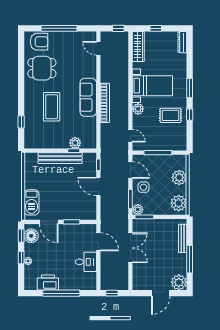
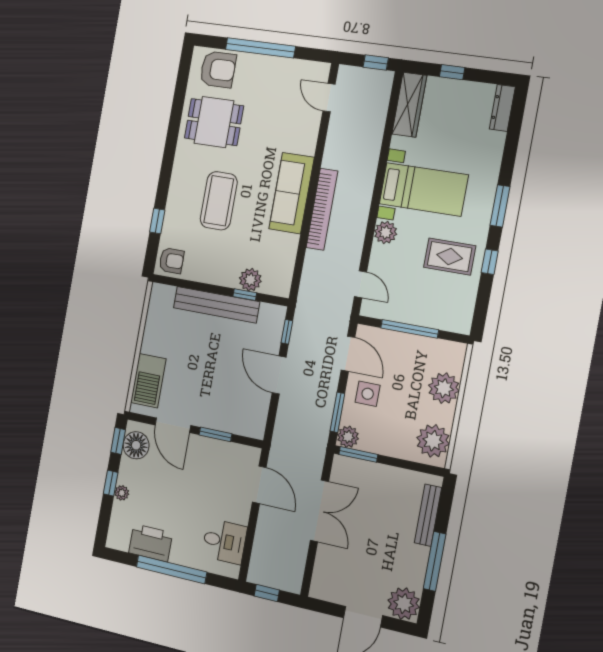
armchair: (32, 140) -> (172, 261), added
desk: (86, 262) -> (224, 541), moved

